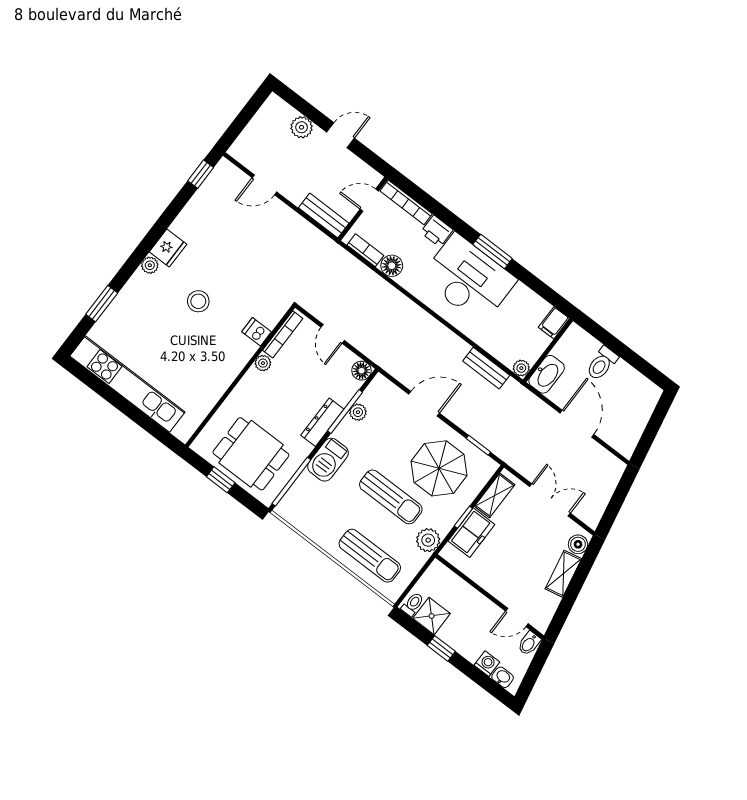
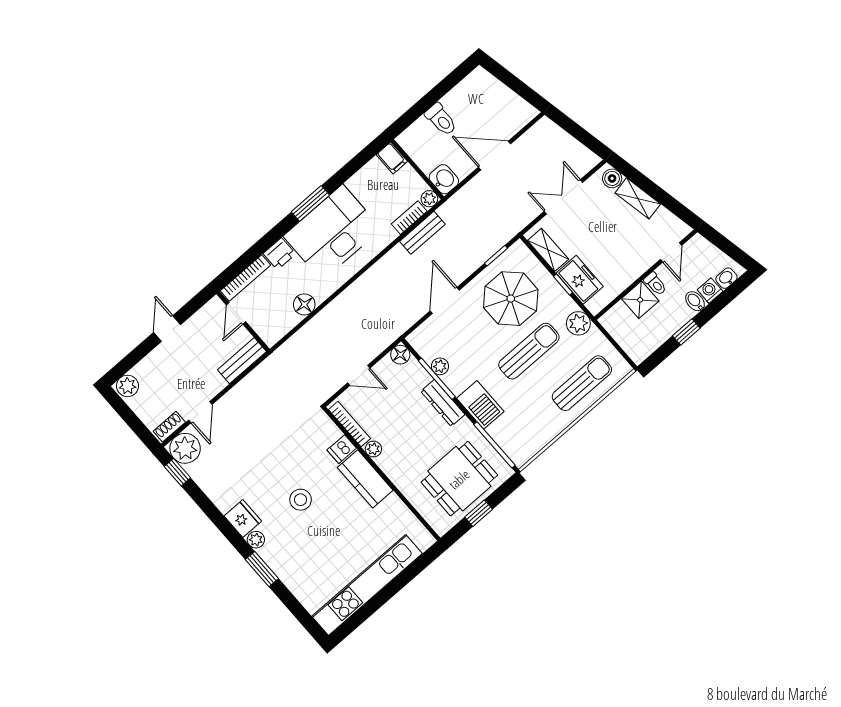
plant: (302, 127) -> (127, 386), moved
shoe rack: (244, 157) -> (169, 427), added
plant: (226, 177) -> (185, 448), added
bookcase: (365, 250) -> (409, 218), moved
window: (102, 304) -> (262, 569), moved
kitchen counter: (232, 361) -> (365, 479), added
washbasin: (547, 374) -> (444, 179), width x0.72
toilet: (413, 604) -> (655, 284), moved, turned 180
shower: (432, 616) -> (640, 300), moved
bidet: (529, 643) -> (695, 301), moved, turned 180

